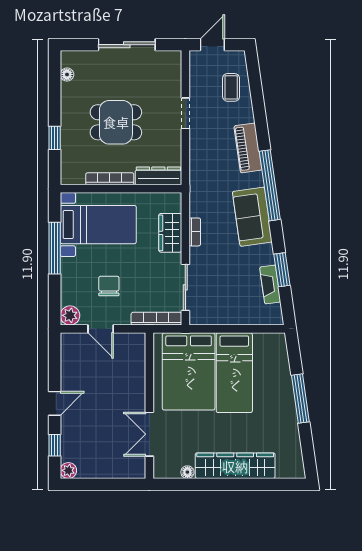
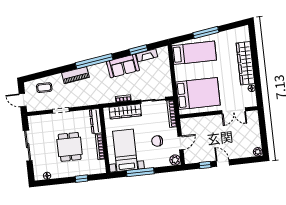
sofa: (252, 217) -> (123, 66), moved
wardrobe: (170, 233) -> (125, 111), width x1.50
bed: (234, 373) -> (194, 53), moved
window: (55, 445) -> (205, 165), moved

